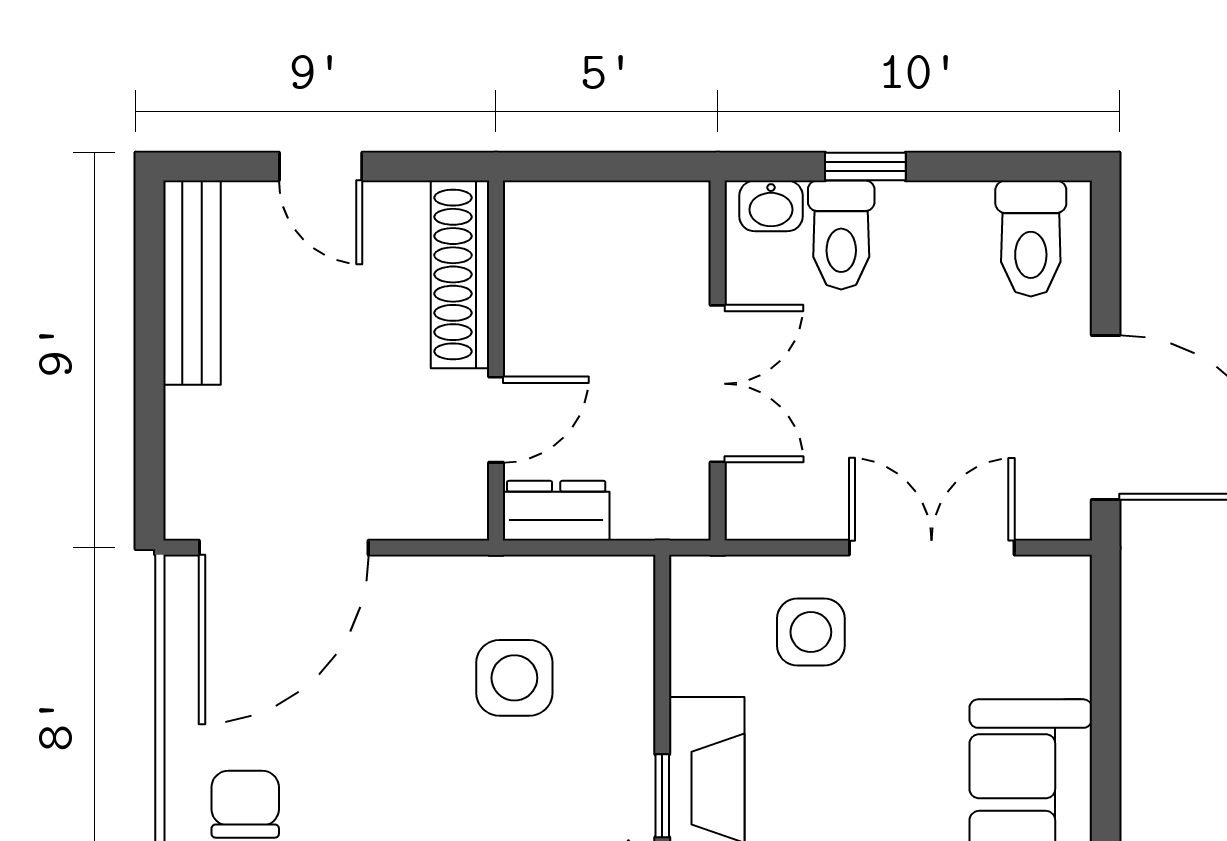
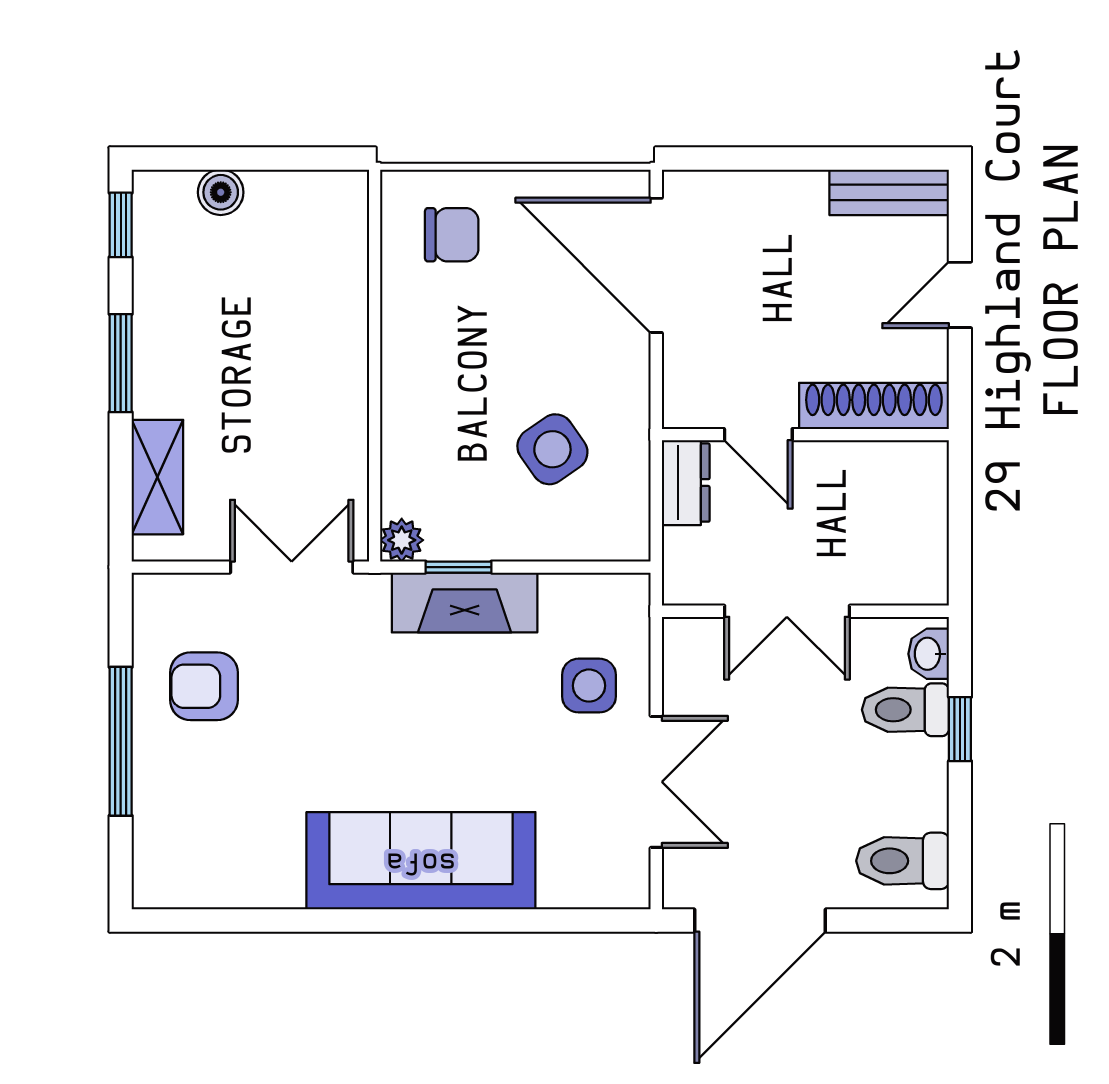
bench: (192, 283) -> (889, 192), width x0.73
side table: (514, 678) -> (552, 449), turned -35

